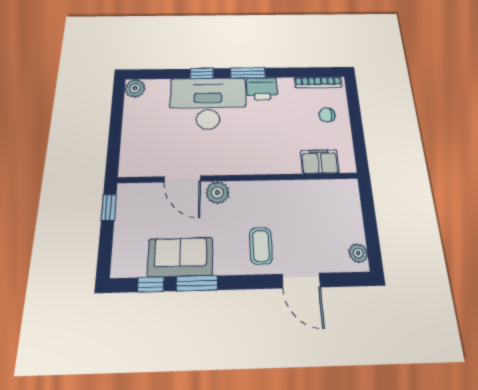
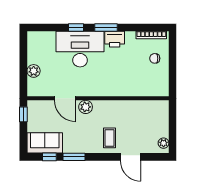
plant: (135, 88) -> (34, 71), moved
filing cabinet: (320, 162) -> (147, 89), removed
sofa: (180, 257) -> (45, 143), moved

